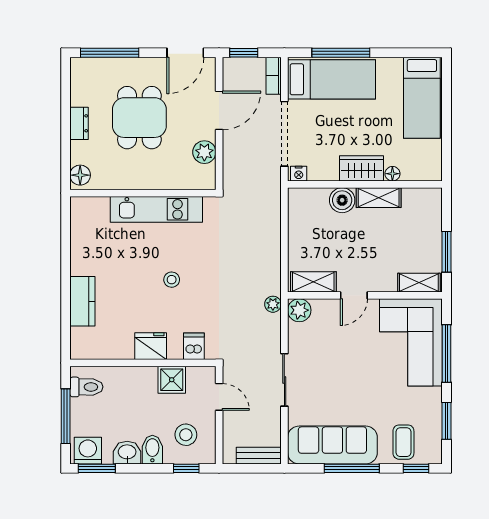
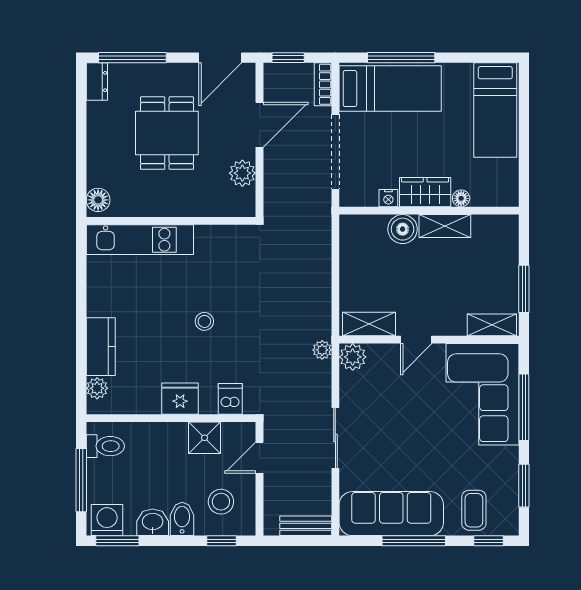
dresser: (79, 123) -> (97, 82), moved
nightstand: (299, 174) -> (388, 198), moved
kitchen unit: (156, 209) -> (140, 240), moved
plant: (79, 337) -> (97, 388), added
door: (219, 397) -> (260, 458), swing flipped

